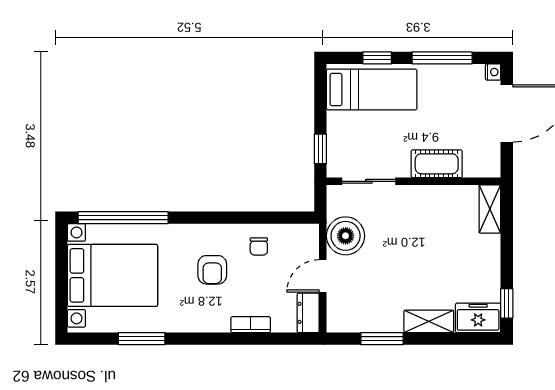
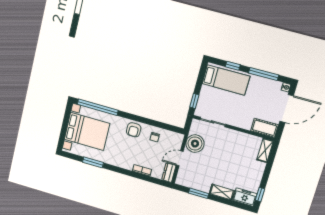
cot: (437, 164) -> (264, 128), moved
armchair: (212, 270) -> (134, 130), moved

